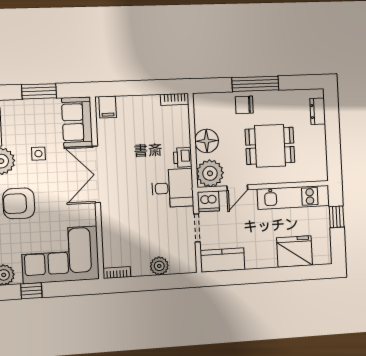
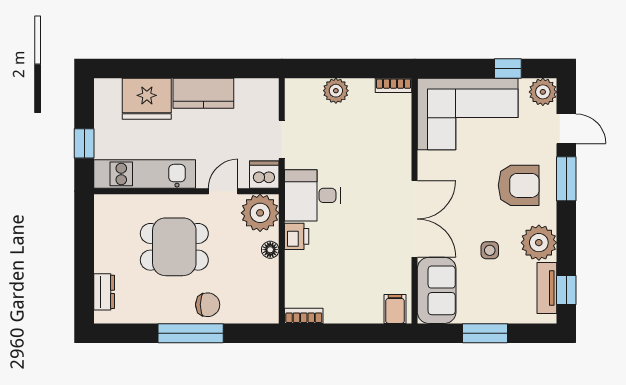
floor lamp: (207, 141) -> (270, 250), width x0.53, depth x0.53
kitchen counter: (222, 260) -> (203, 93), moved

